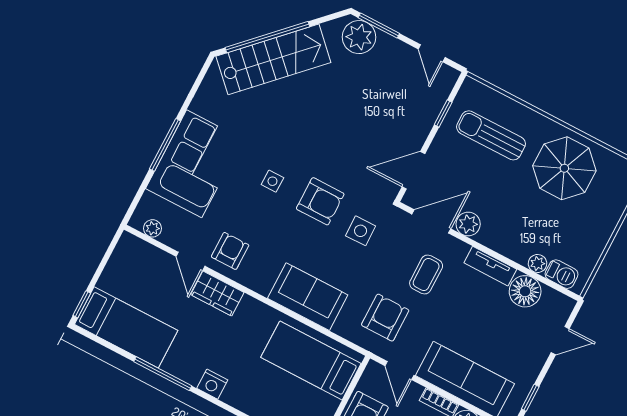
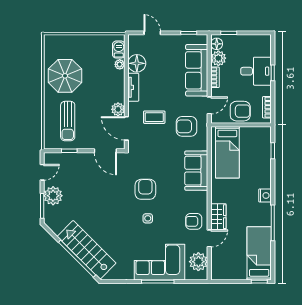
plant: (359, 37) -> (53, 196), moved
plant: (152, 228) -> (198, 262), width x1.87, depth x1.87
side table: (361, 231) -> (150, 161), removed

